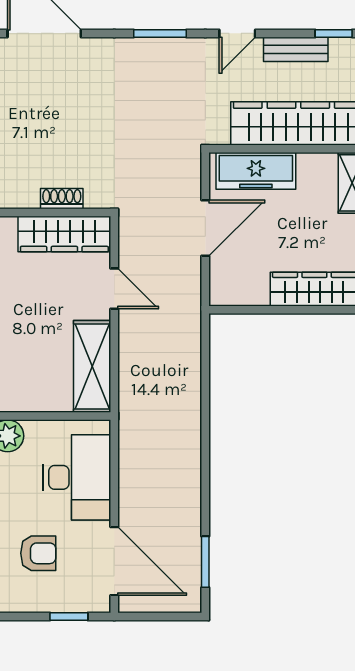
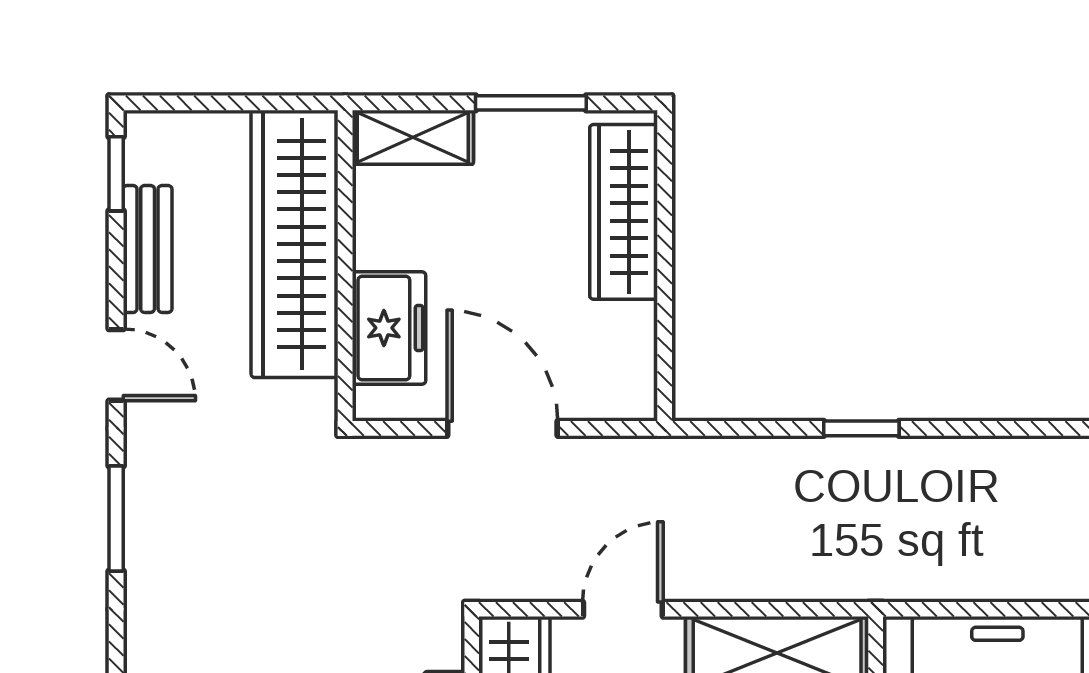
freezer: (256, 171) -> (389, 328), width x0.71
window: (205, 409) -> (861, 428), added

